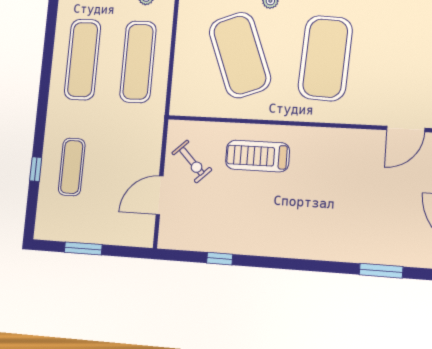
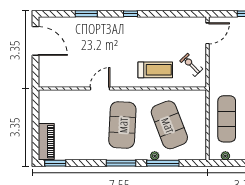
door: (406, 129) -> (100, 88), moved
door: (160, 195) -> (208, 33), moved
window: (220, 259) -> (131, 14), moved

